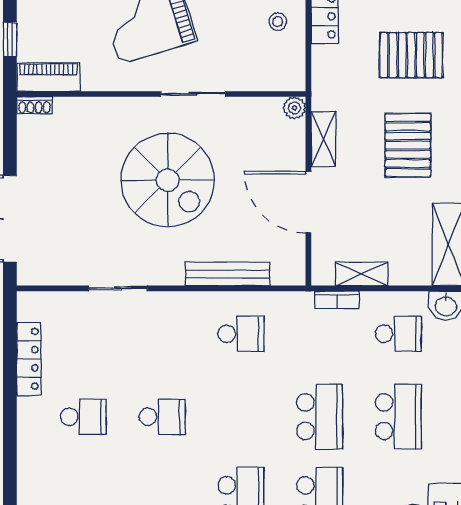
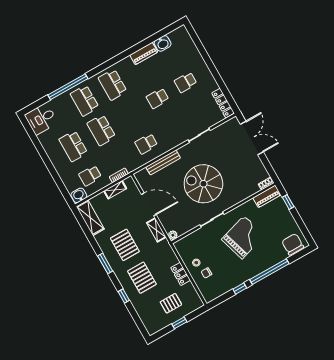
pallet: (411, 55) -> (142, 278), turned 90
locker: (29, 359) -> (223, 103), moved

